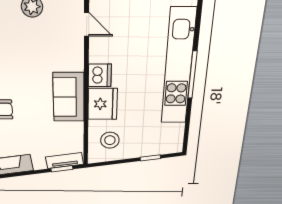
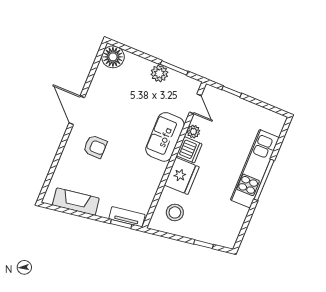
plant: (96, 55) -> (193, 132), added
kitchen unit: (178, 67) -> (255, 169), width x0.73
sofa: (69, 97) -> (165, 137), moved

